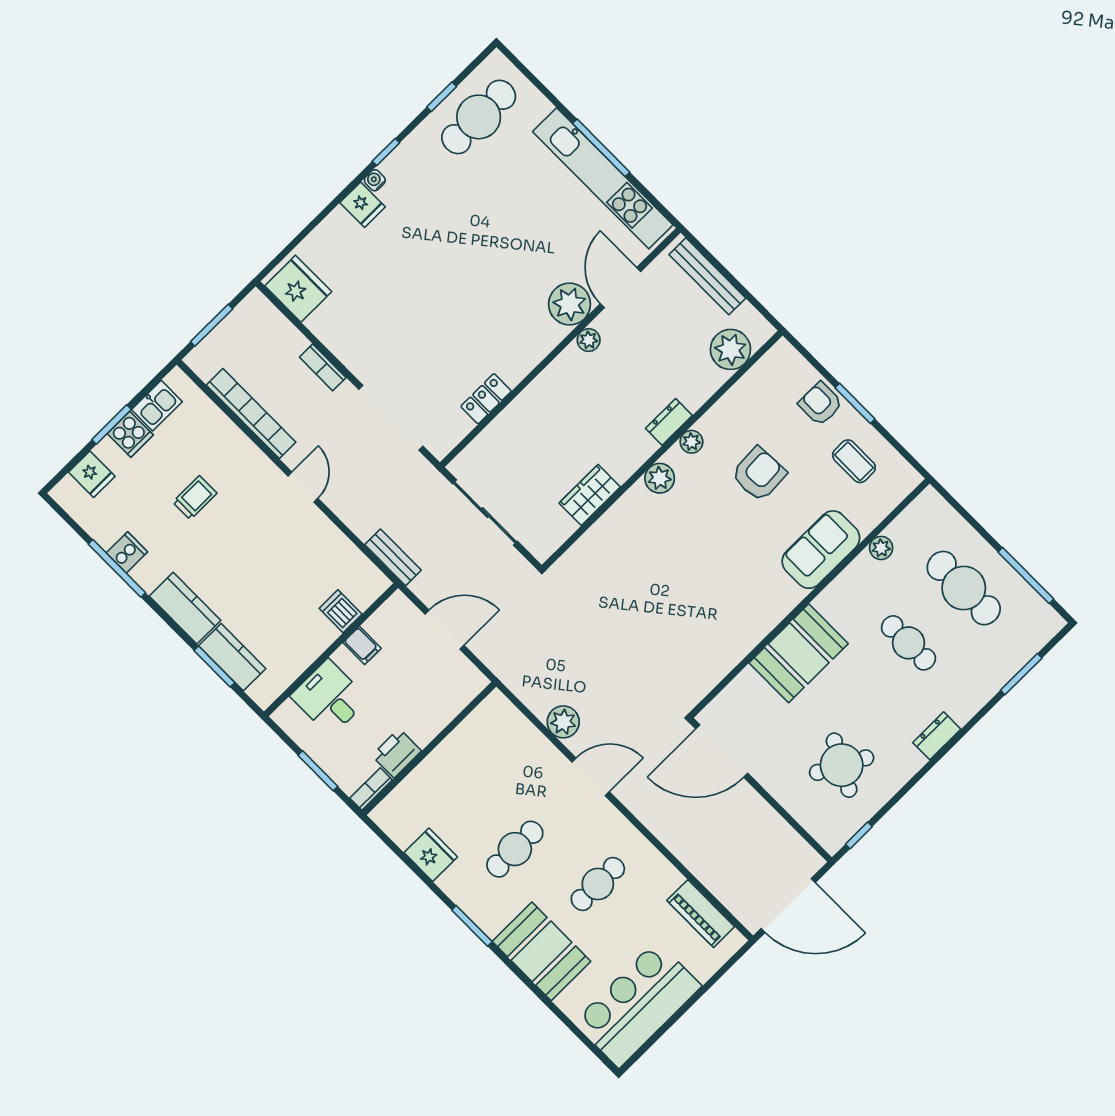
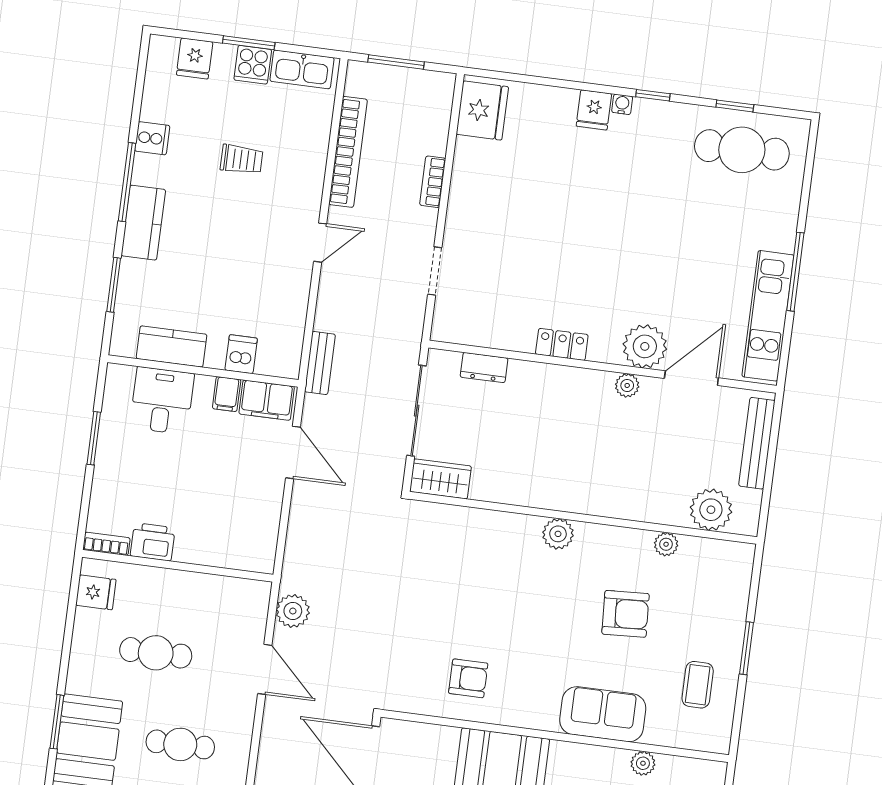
kitchen unit: (603, 178) -> (768, 316), width x0.73
locker: (486, 399) -> (562, 344), moved
armchair: (820, 404) -> (468, 678), moved, turned 90
kitchen sink: (157, 406) -> (302, 69), width x1.38
doorway: (391, 418) -> (435, 271), width x0.53
dresser: (669, 422) -> (484, 368), moved, turned 180
plant: (691, 442) -> (666, 544), moved
wardrobe: (590, 495) -> (441, 479), moved
window: (117, 568) -> (127, 182), moved
filing cabinet: (390, 619) -> (267, 400), added
kitchen counter: (232, 657) -> (172, 346), moved, turned -90
wall: (429, 748) -> (178, 566), moved
printer: (397, 753) -> (153, 542), moved
bookcase: (371, 789) -> (106, 544), moved
fridge: (431, 855) -> (96, 592), width x0.72
window: (472, 926) -> (57, 722), moved

